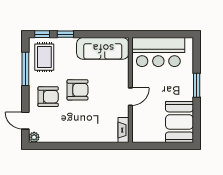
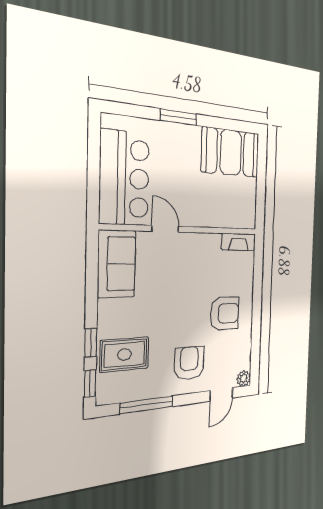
sofa: (103, 48) -> (117, 264), width x0.73
rug: (44, 57) -> (124, 354), moved
armchair: (78, 90) -> (225, 313), moved, turned 90
door: (130, 97) -> (165, 229), moved

